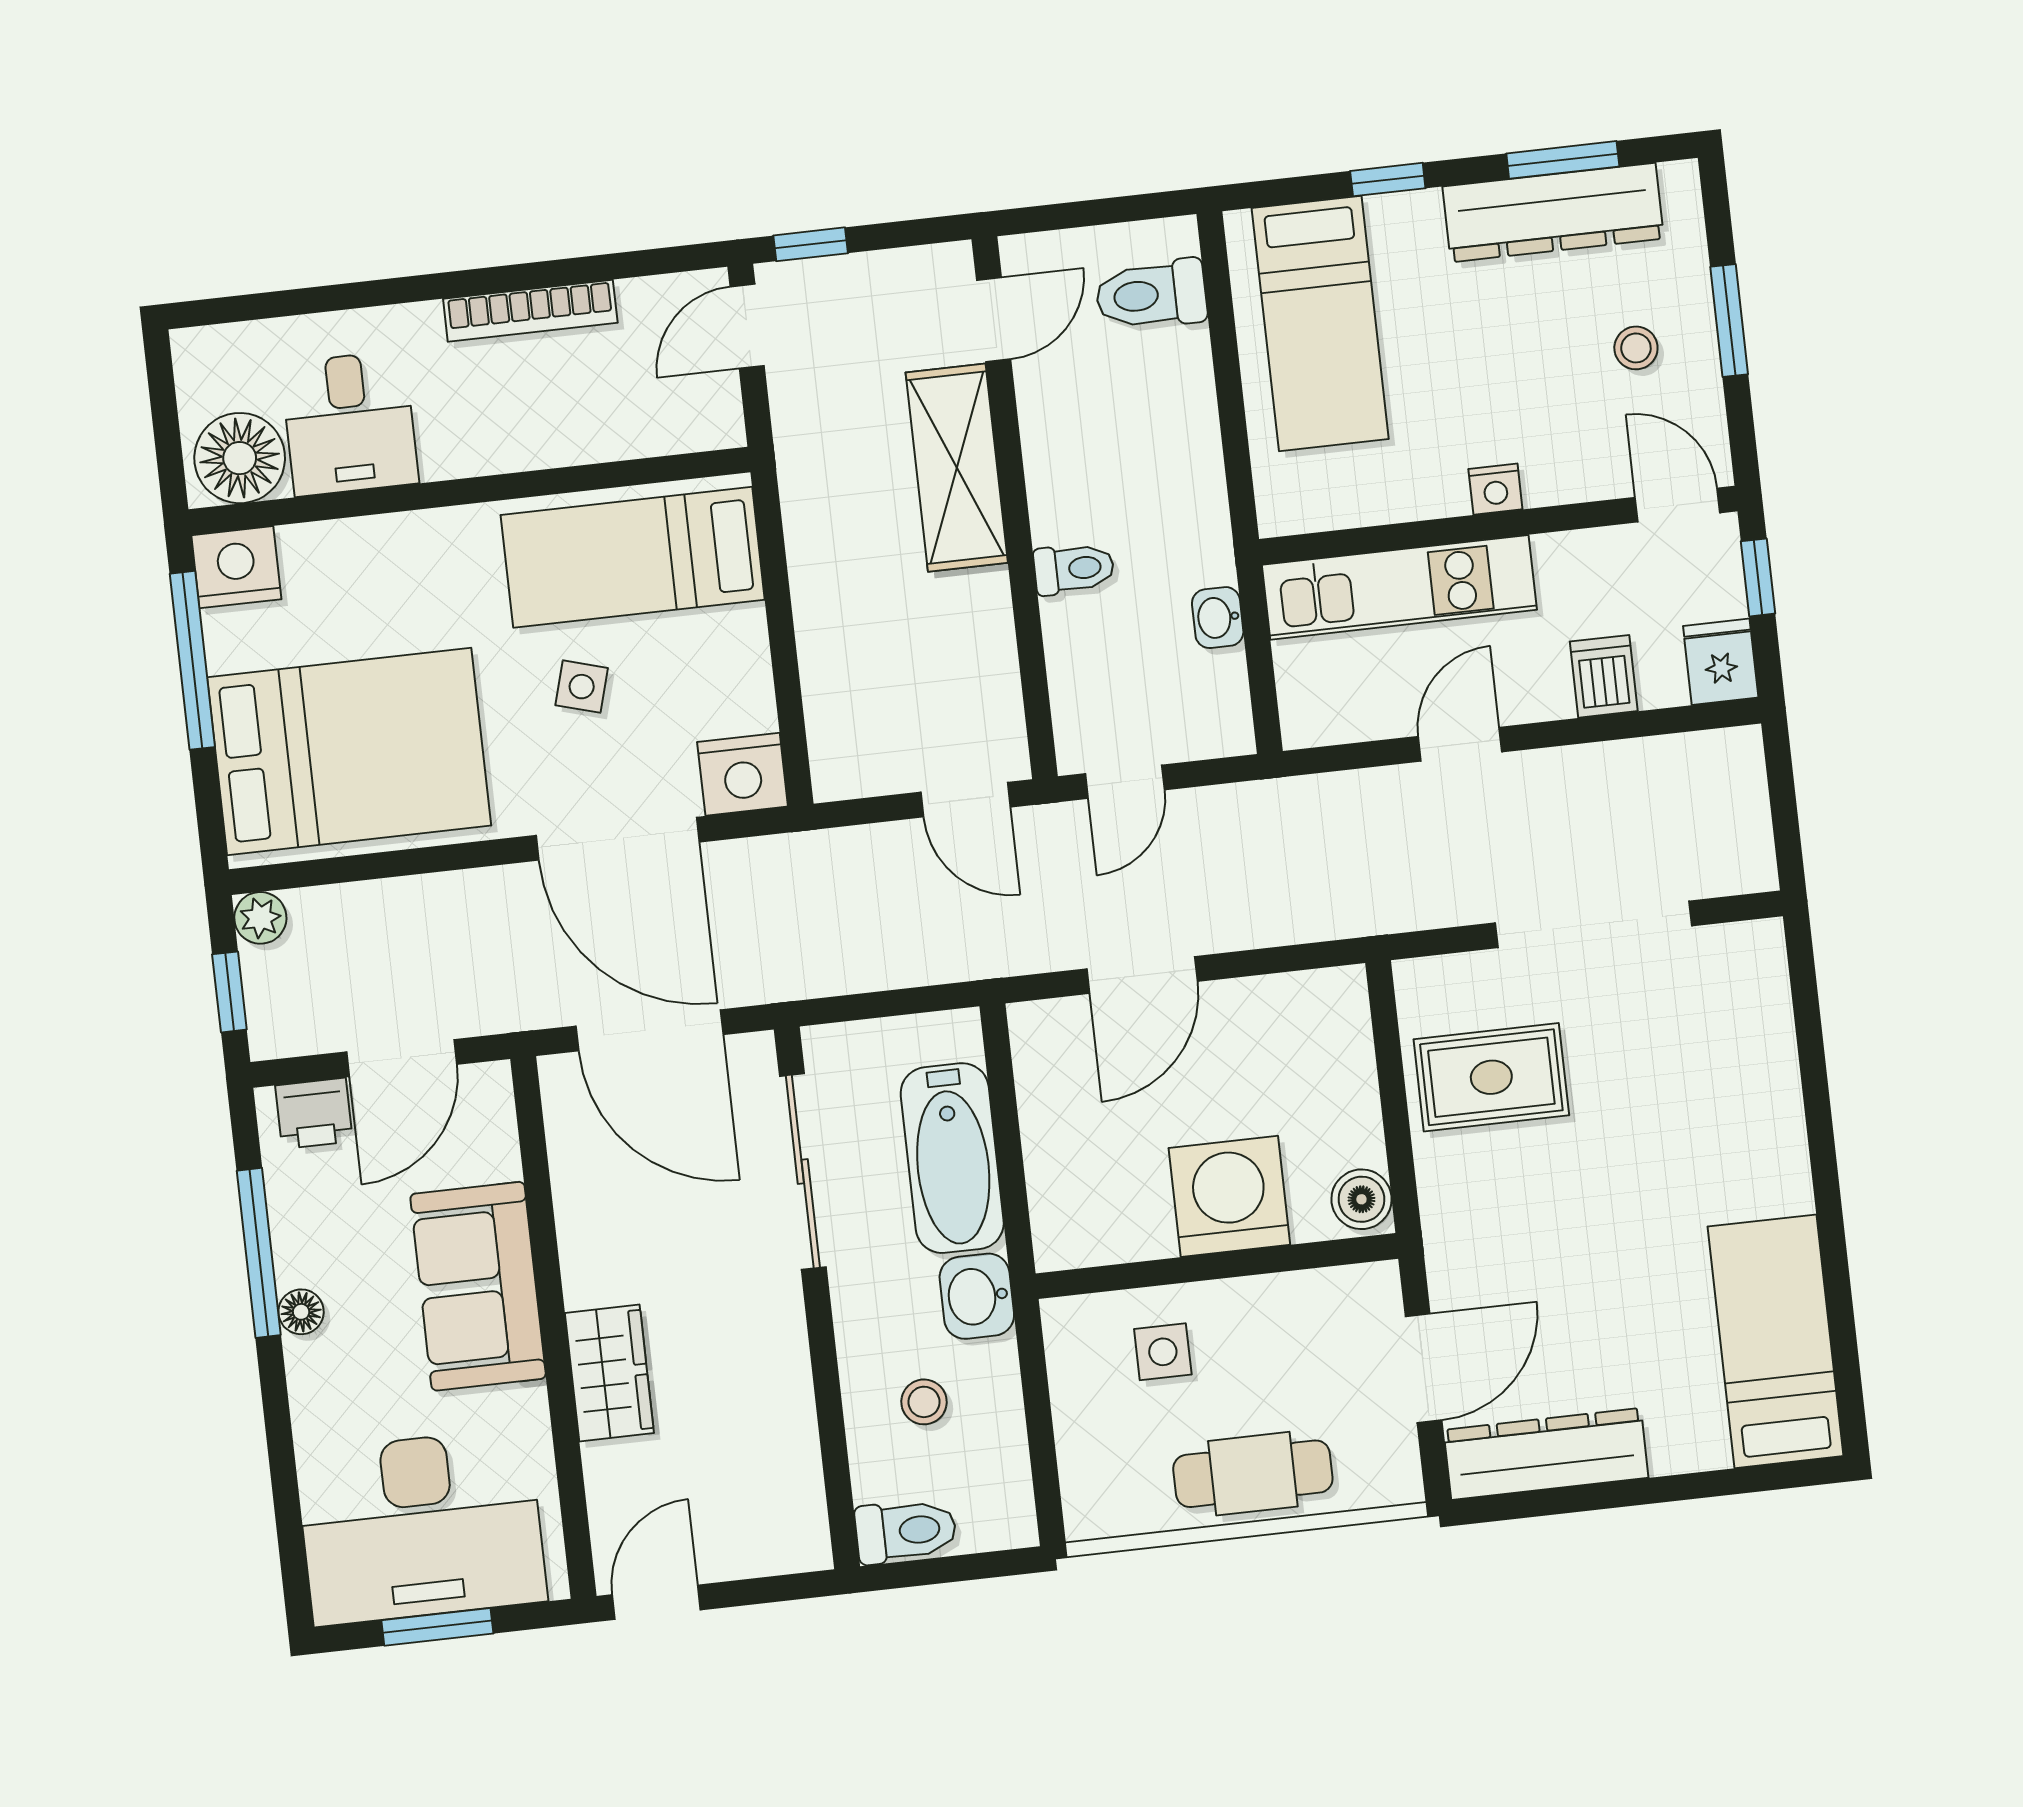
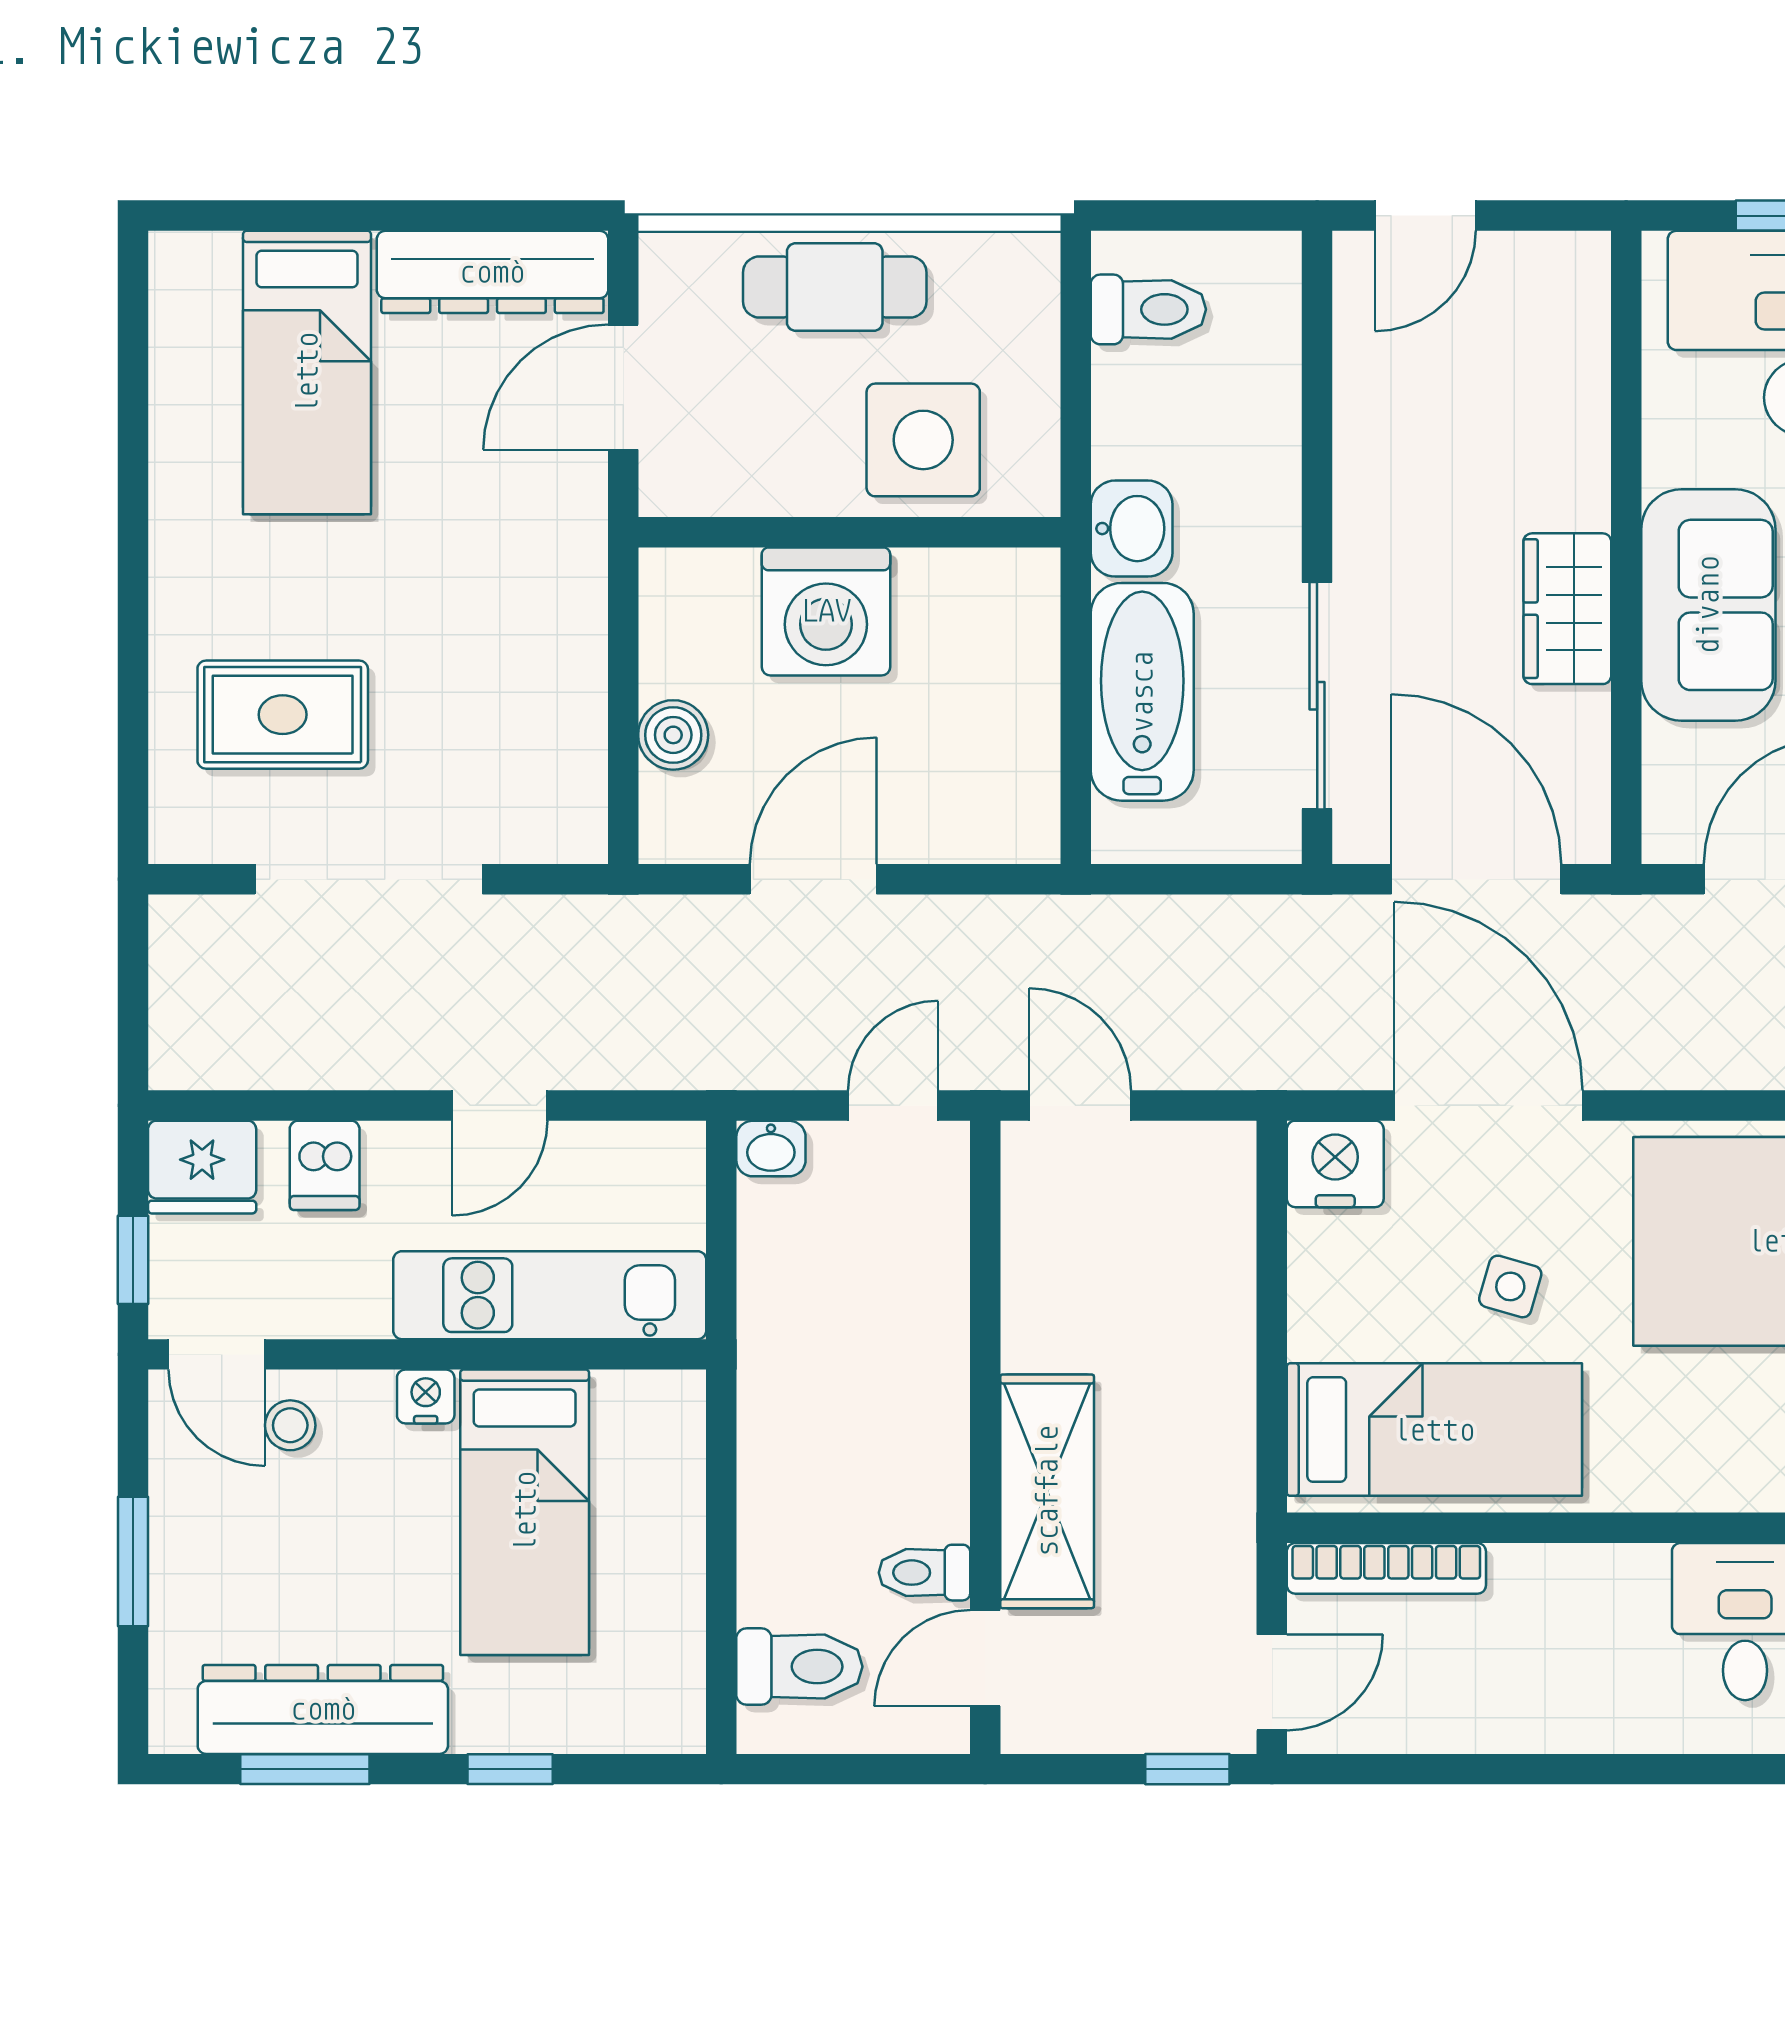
bookcase: (530, 311) -> (1386, 1568), moved, turned 180
bed: (1320, 323) -> (525, 1512), moved, turned 180
stool: (1636, 348) -> (290, 1425), moved
toilet: (1074, 569) -> (924, 1573), moved
washbasin: (1218, 618) -> (771, 1149), moved, turned 90
fridge: (1721, 662) -> (202, 1167), width x1.38
door: (1142, 975) -> (813, 879), moved
rug: (1491, 1077) -> (283, 715), moved
boiler: (1361, 1199) -> (673, 735), moved
bed: (1775, 1341) -> (307, 373), moved
side table: (1163, 1352) -> (923, 440), width x1.87, depth x1.87
wardrobe: (609, 1373) -> (1567, 609), moved
stool: (924, 1402) -> (1207, 413), removed
toilet: (906, 1531) -> (1148, 309), moved, turned 180
door: (656, 1602) -> (1425, 216), moved

